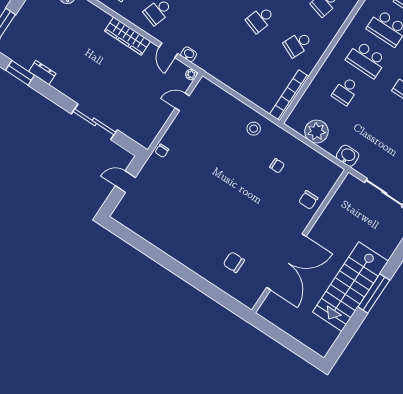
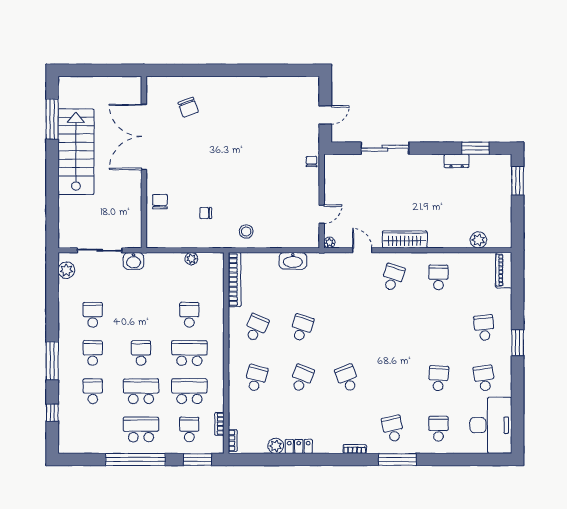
washbasin: (189, 54) -> (293, 261), moved, width x1.91, depth x1.45
plant: (316, 131) -> (191, 259), width x0.53, depth x0.53
washbasin: (348, 156) -> (133, 261), moved
chair: (234, 262) -> (188, 107), turned 70
window: (374, 294) -> (52, 119), moved

